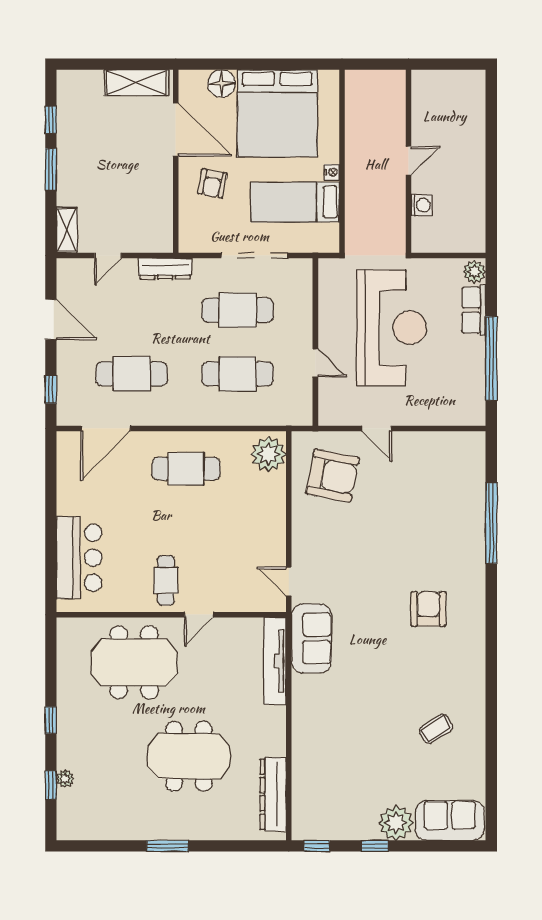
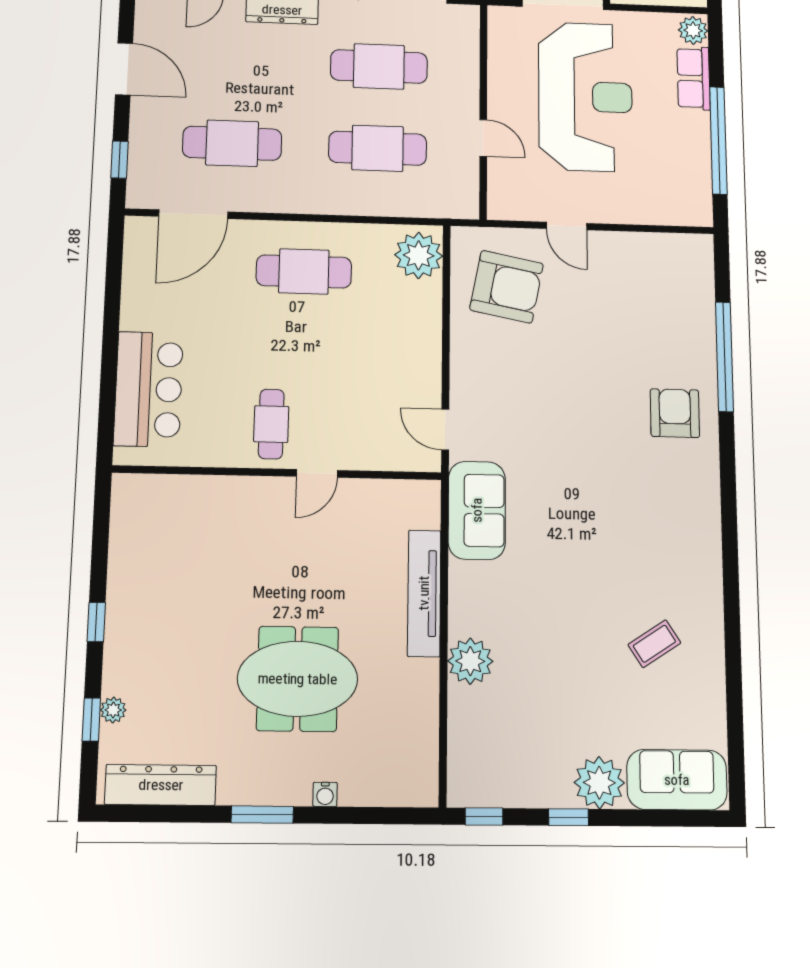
armchair: (428, 609) -> (675, 413), moved
tv unit: (275, 661) -> (424, 593), moved
meeting table: (134, 662) -> (222, 540), removed
plant: (307, 743) -> (470, 661), added
dresser: (273, 794) -> (161, 785), moved, turned 90
water cooler: (209, 832) -> (325, 794), added

